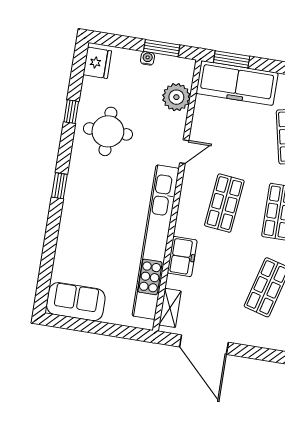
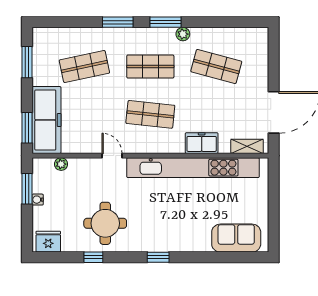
plant: (176, 97) -> (61, 164), width x0.53, depth x0.53
sofa: (76, 302) -> (236, 238), moved, turned 90

